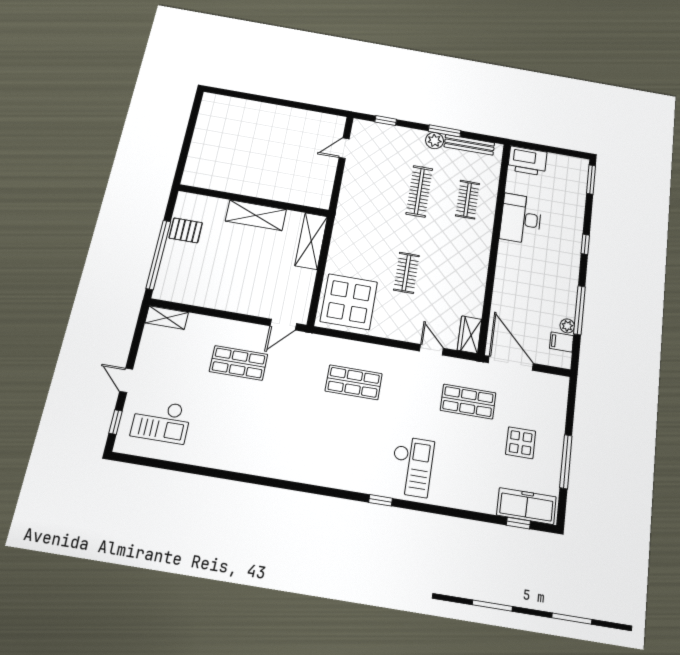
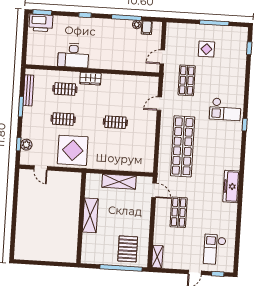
plant: (435, 141) -> (26, 145), moved
printer: (527, 161) -> (41, 23), moved, turned 90
clothes rail: (419, 191) -> (63, 119), width x0.73
pallet: (186, 230) -> (128, 249), moved, width x1.50, depth x1.42
shelving: (311, 241) -> (119, 182), moved
display table: (349, 302) -> (73, 150), moved
wardrobe: (470, 335) -> (90, 79), moved
door: (511, 363) -> (162, 57), width x0.53
shop shelf: (354, 382) -> (183, 146), width x2.00, depth x1.36
checkout: (161, 421) -> (215, 249), turned 180
checkout: (412, 466) -> (225, 109), turned 180
freezer: (526, 506) -> (231, 186), moved

